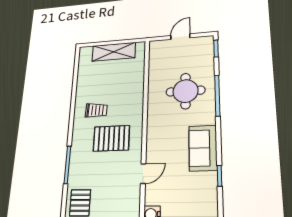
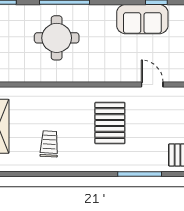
trolley: (96, 110) -> (49, 144), moved
sofa: (203, 148) -> (142, 19), moved

